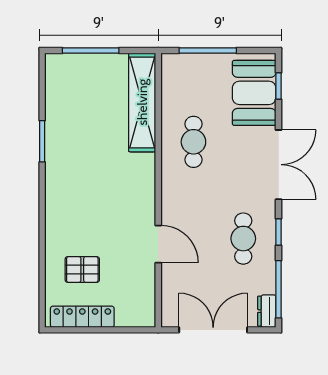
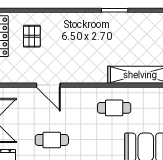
door: (158, 244) -> (48, 85), hinge flipped

